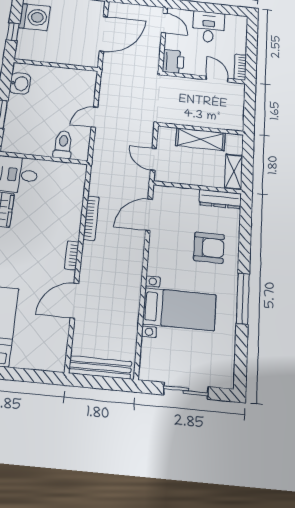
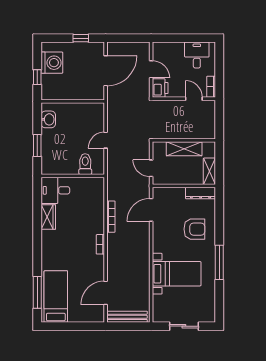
door: (164, 23) -> (151, 69), moved
desk: (209, 27) -> (197, 55), moved
door: (74, 301) -> (106, 293), moved

